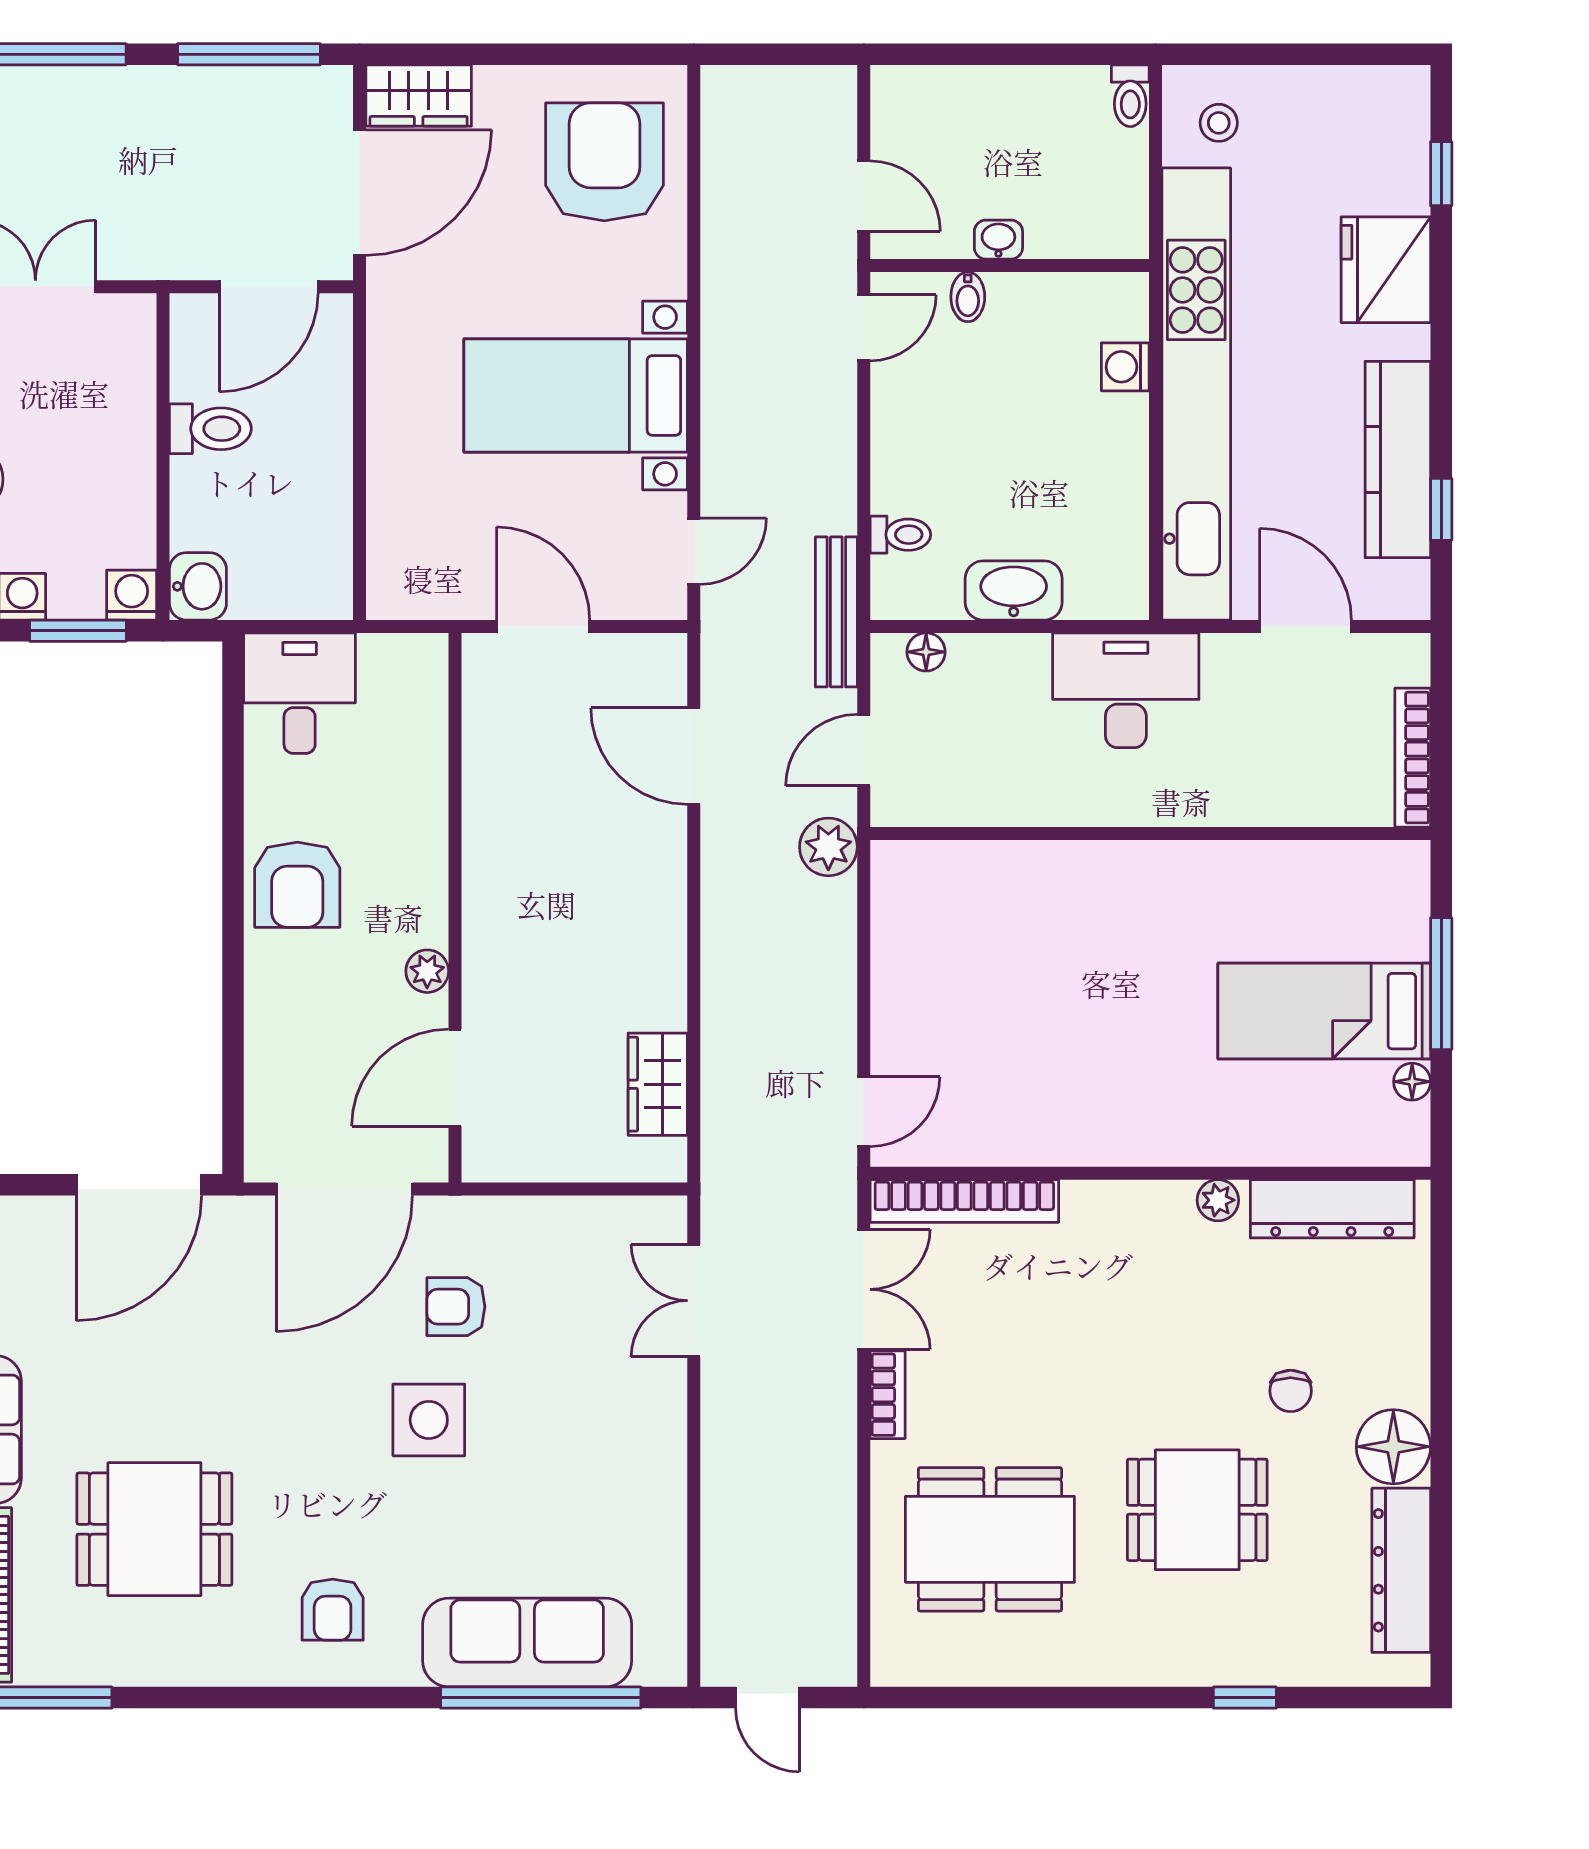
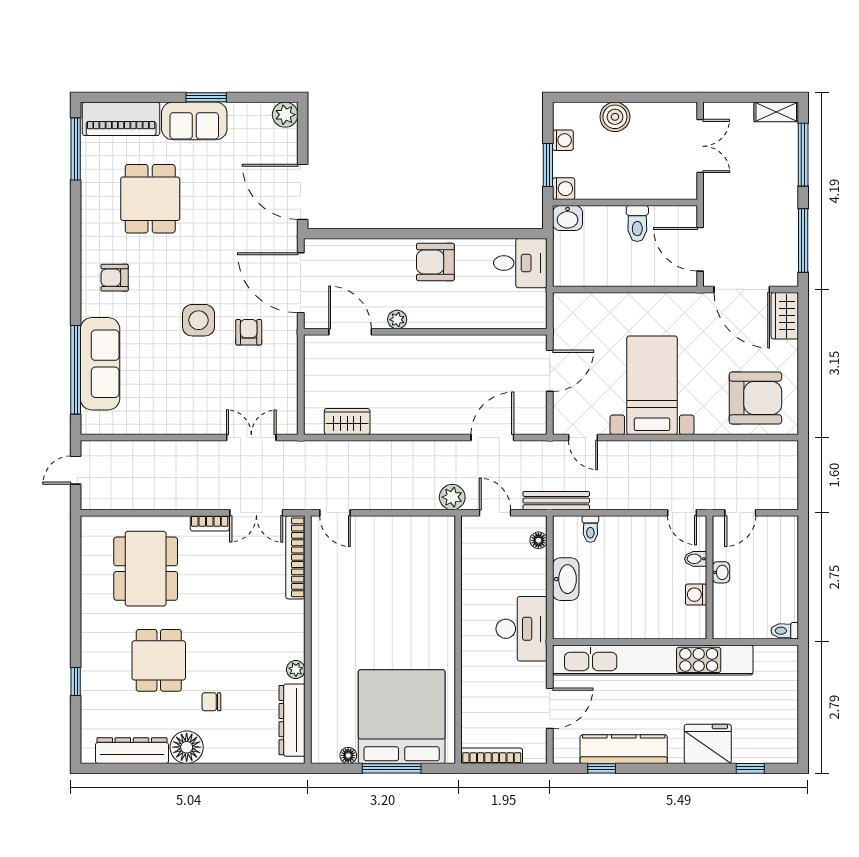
stool: (1219, 123) -> (773, 670), removed
washing machine: (1125, 367) -> (696, 595), moved, turned -90
bed: (1324, 1011) -> (402, 717), width x2.04

